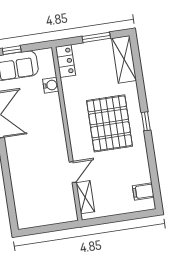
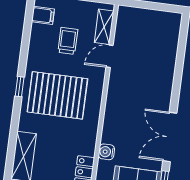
pallet: (110, 123) -> (57, 95), turned 90
trolley: (114, 175) -> (68, 41), added

